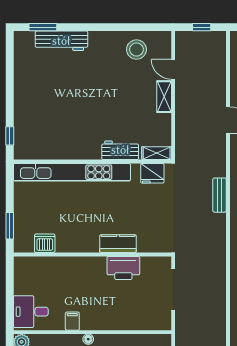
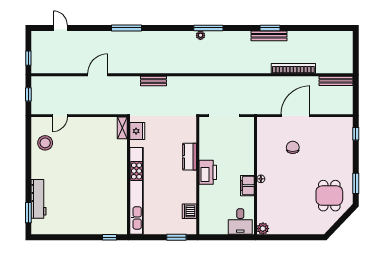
shelving: (164, 97) -> (80, 122), removed
workbench: (120, 150) -> (120, 155), removed
printer: (123, 268) -> (208, 172), moved
filing cabinet: (72, 321) -> (247, 186), width x2.00

